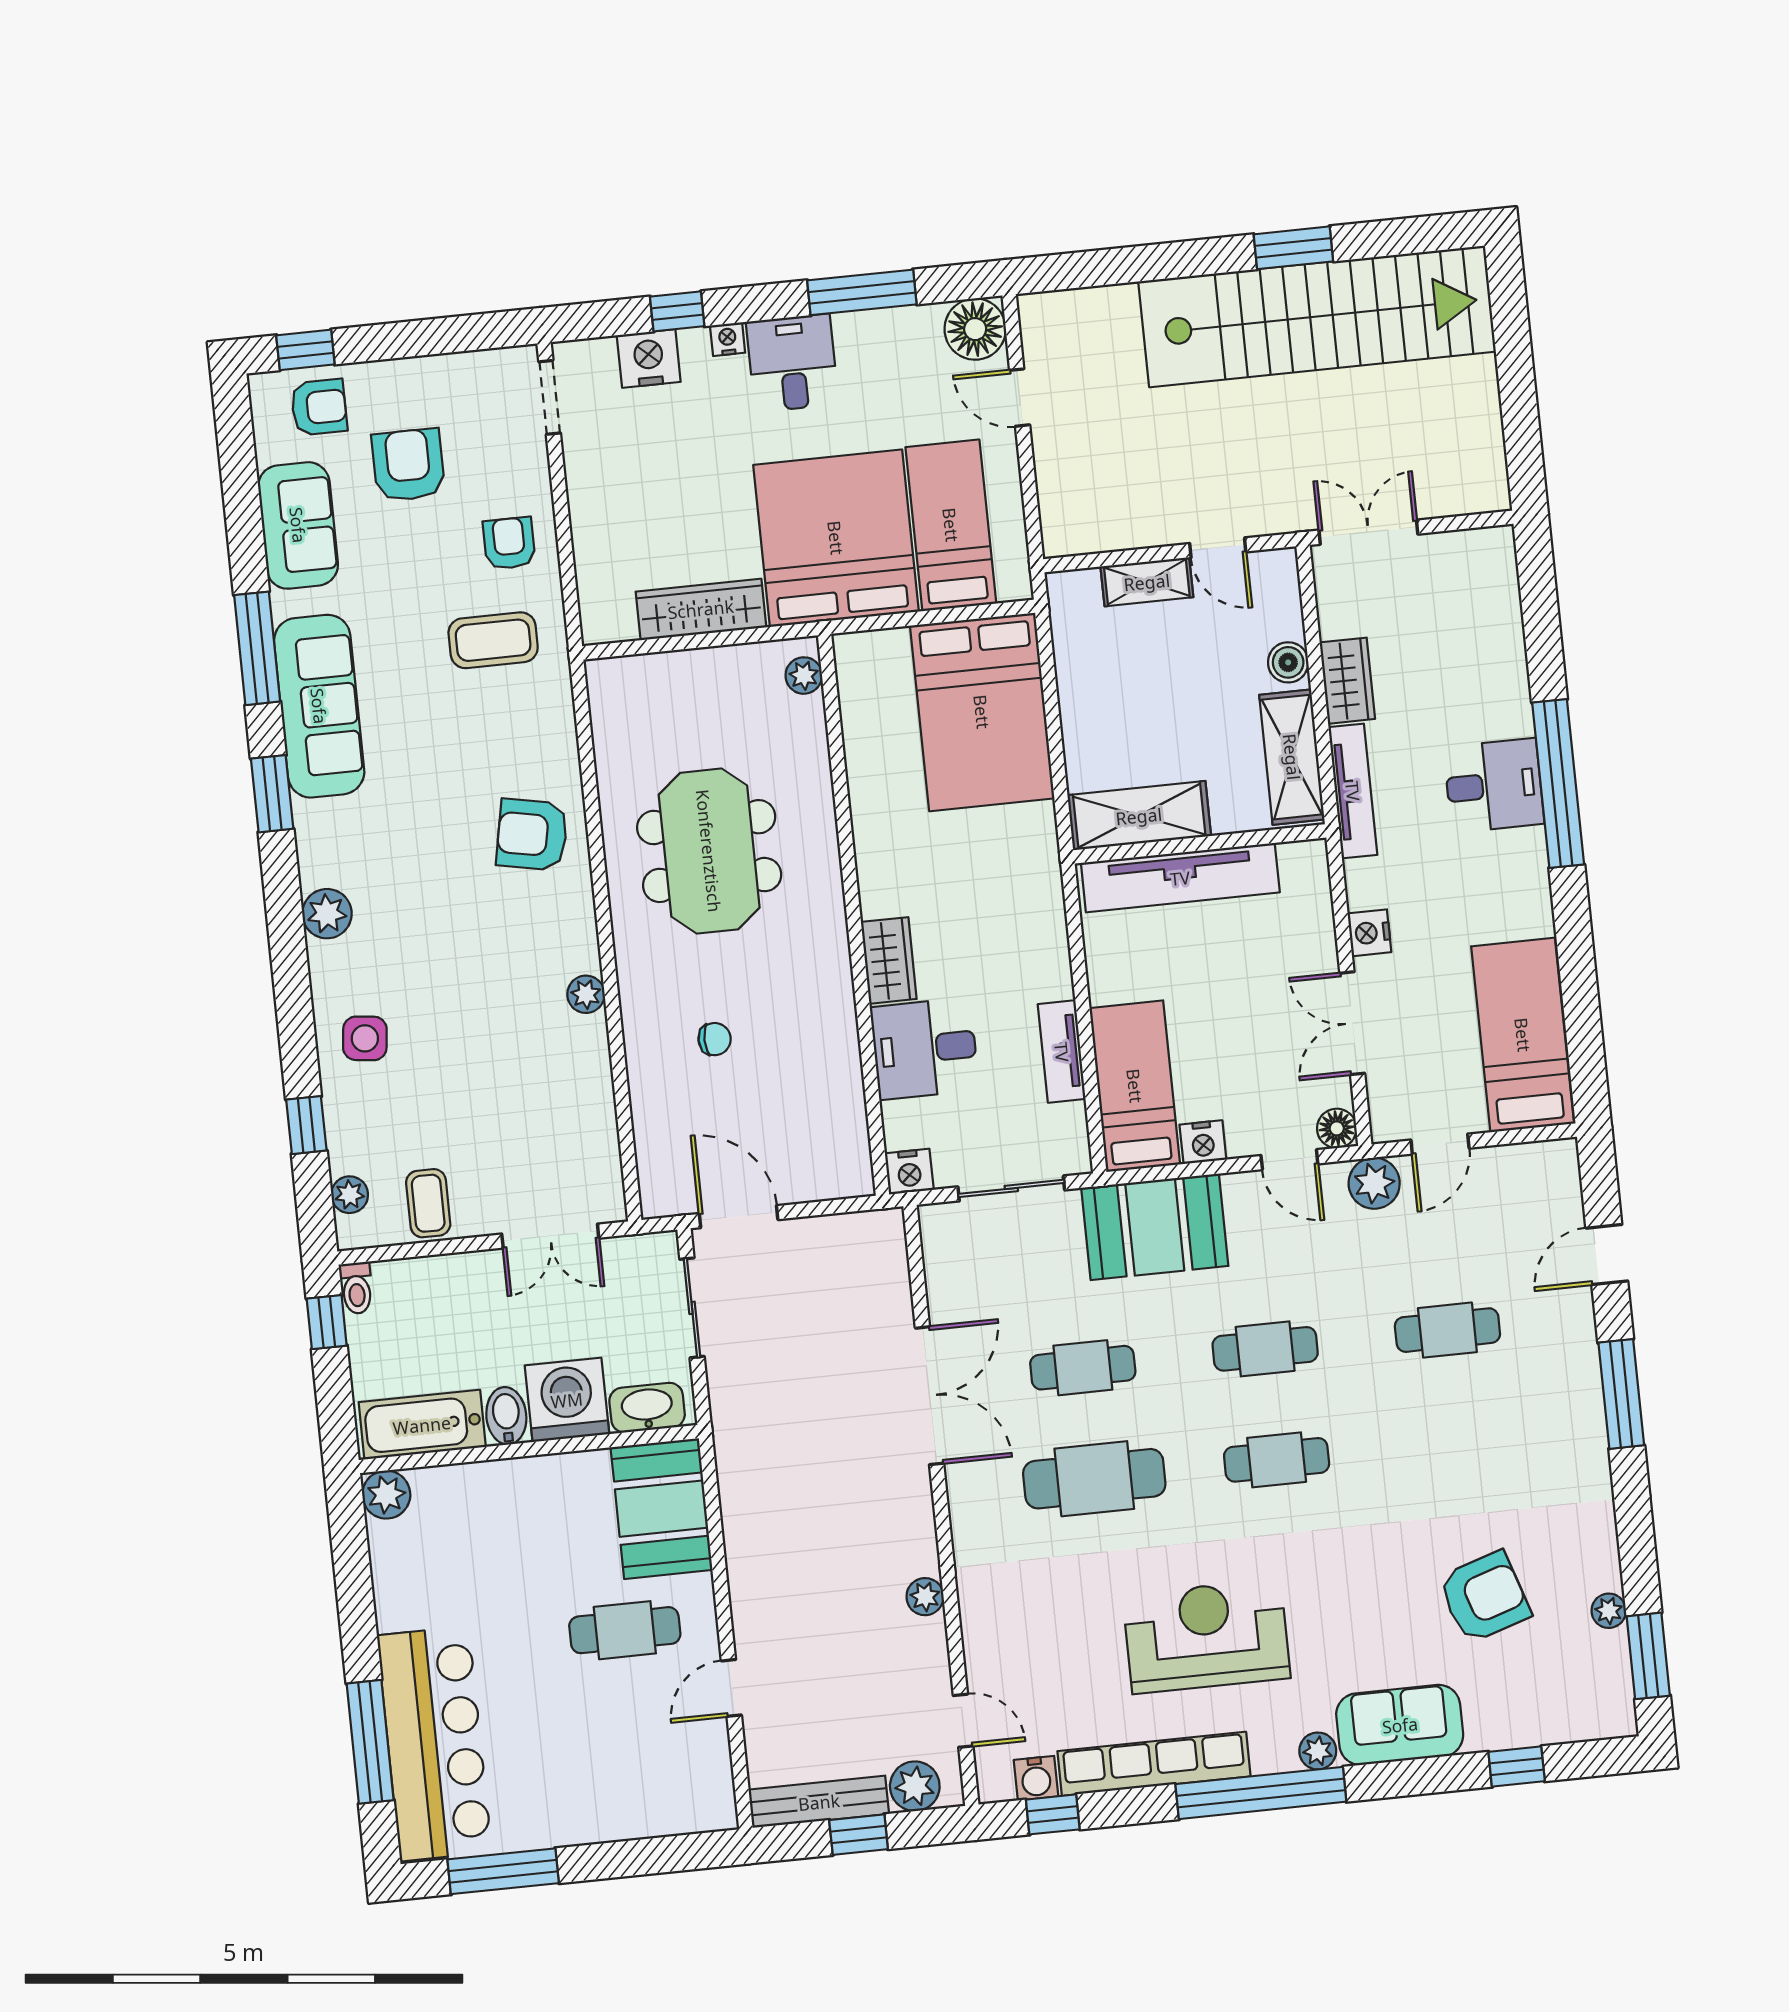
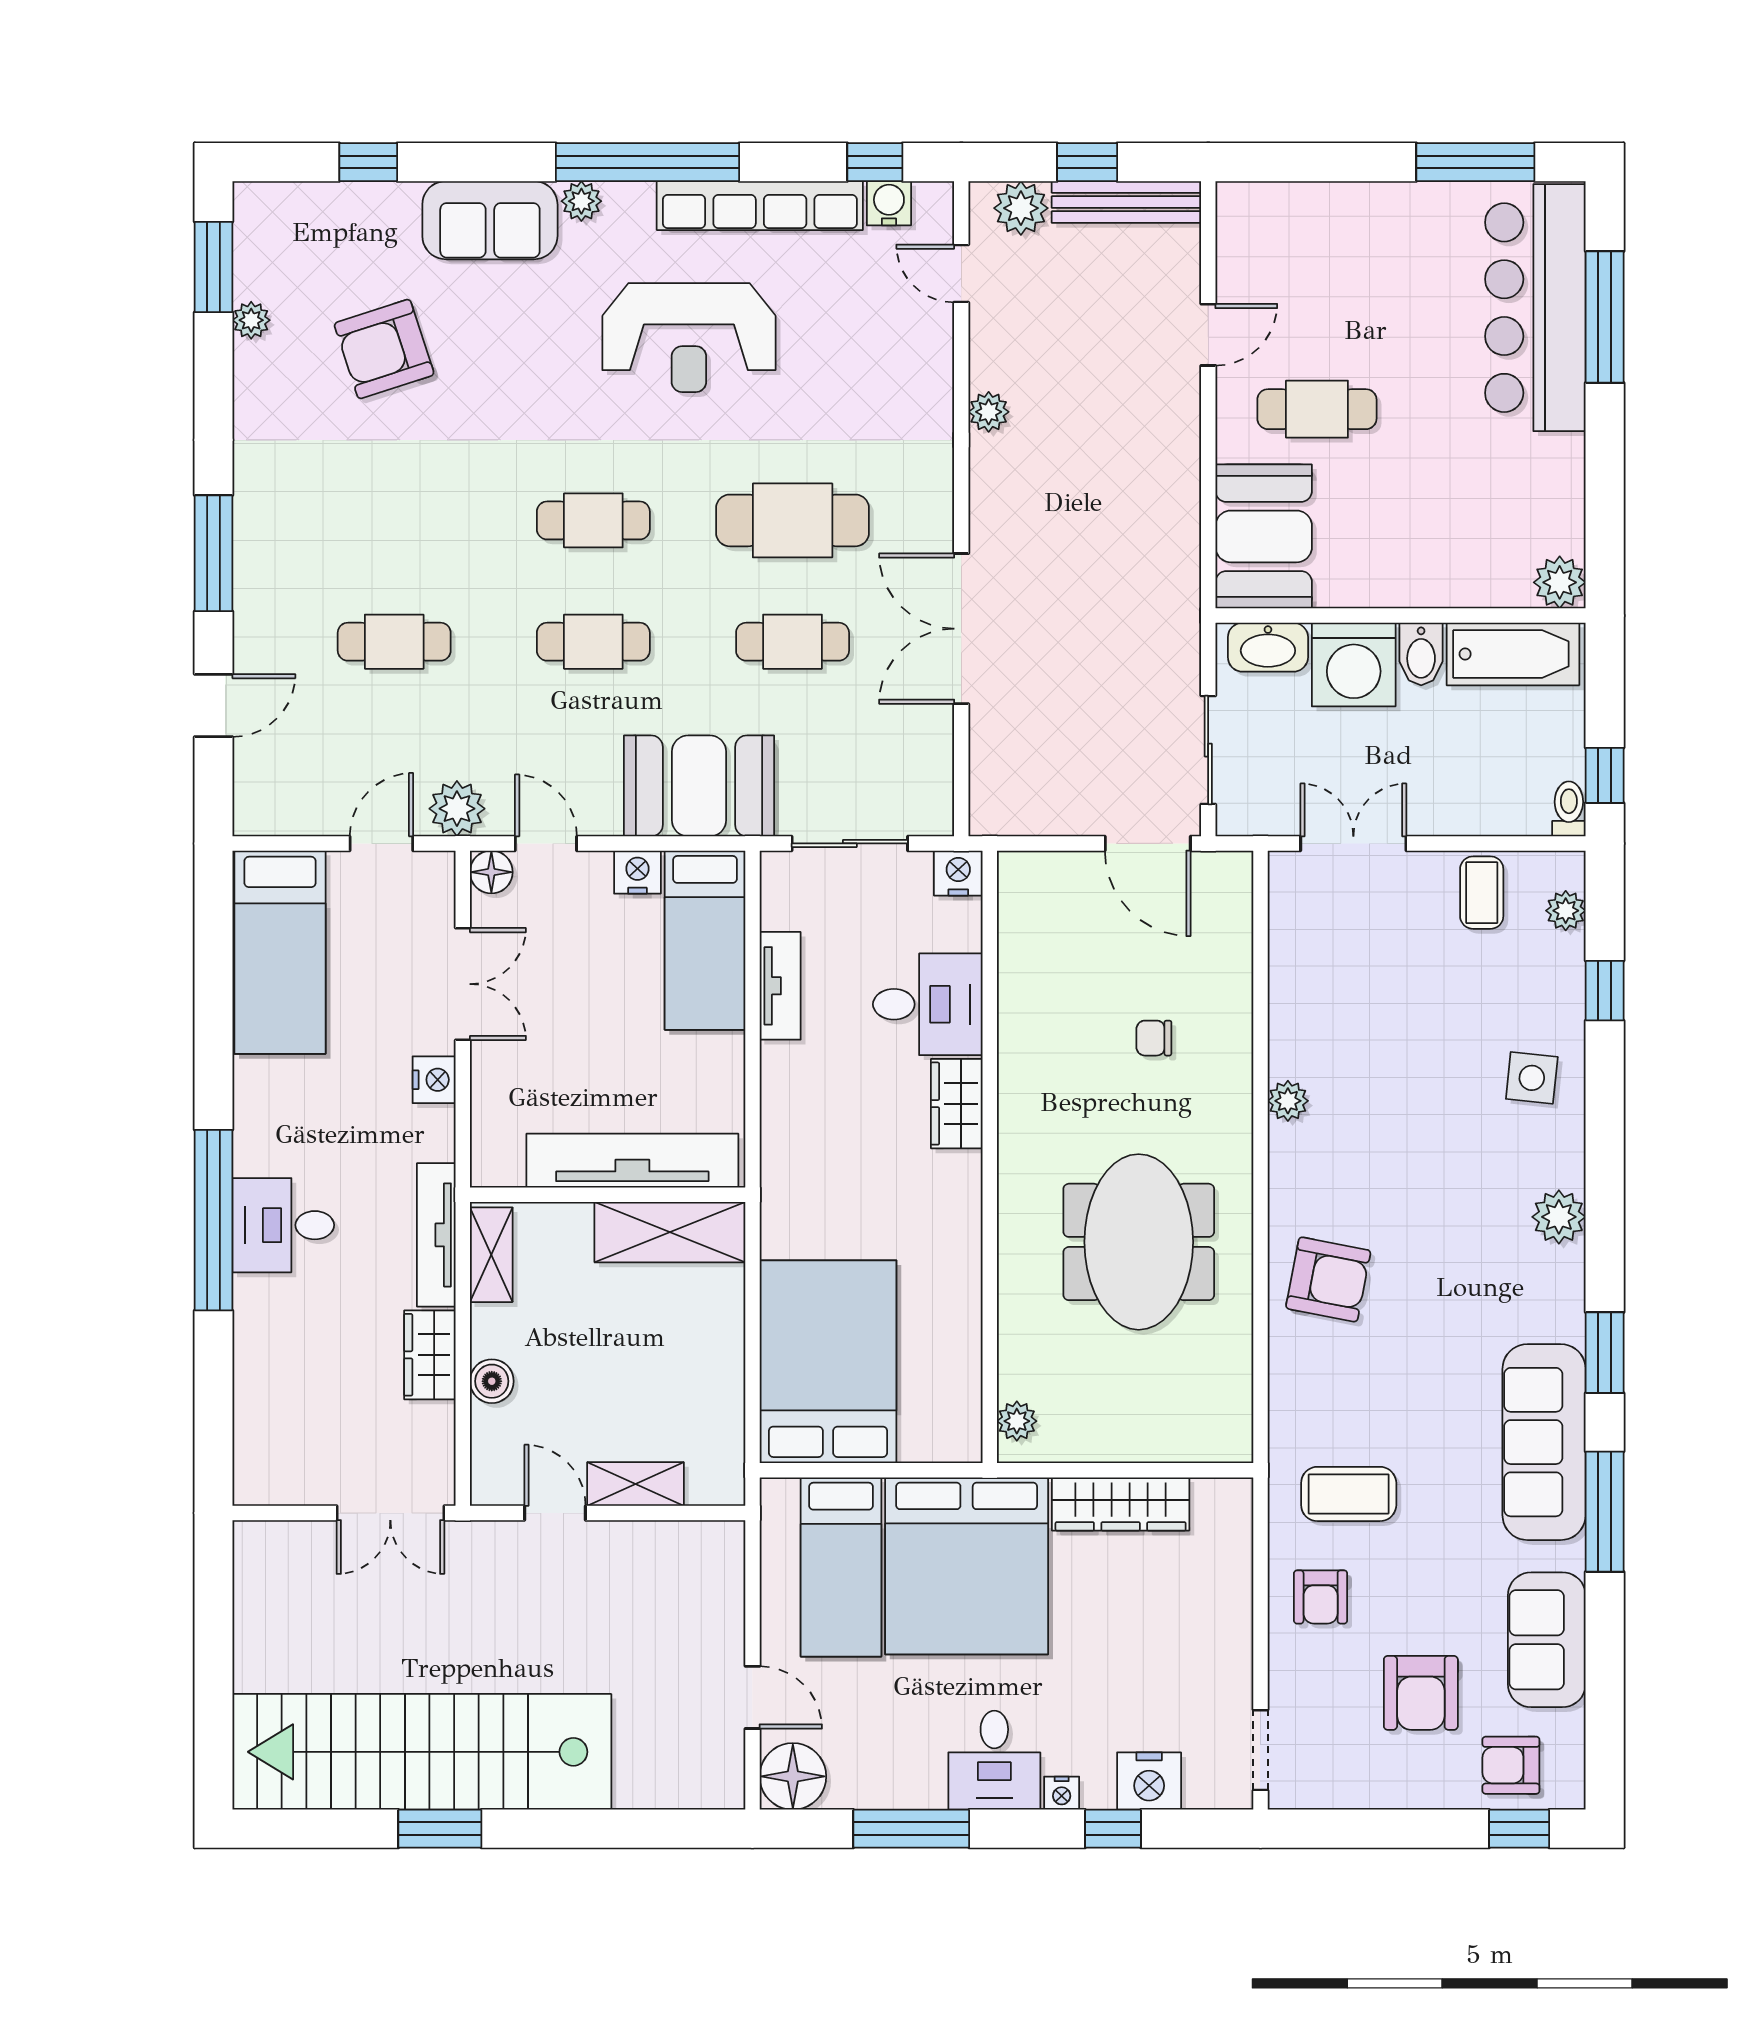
shelving: (1292, 757) -> (491, 1255), width x0.67, depth x0.75

